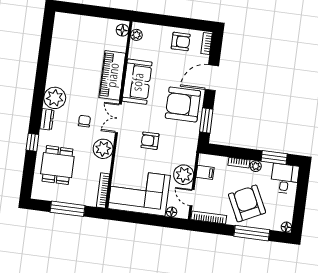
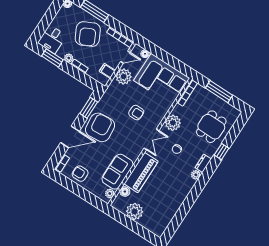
plant: (99, 28) -> (135, 211), added
floor lamp: (122, 30) -> (125, 192), moved
sofa: (137, 82) -> (117, 172), moved
plant: (55, 98) -> (196, 175), width x0.53, depth x0.53
armchair: (183, 104) -> (100, 127), turned -95
door: (192, 198) -> (125, 57), hinge flipped

